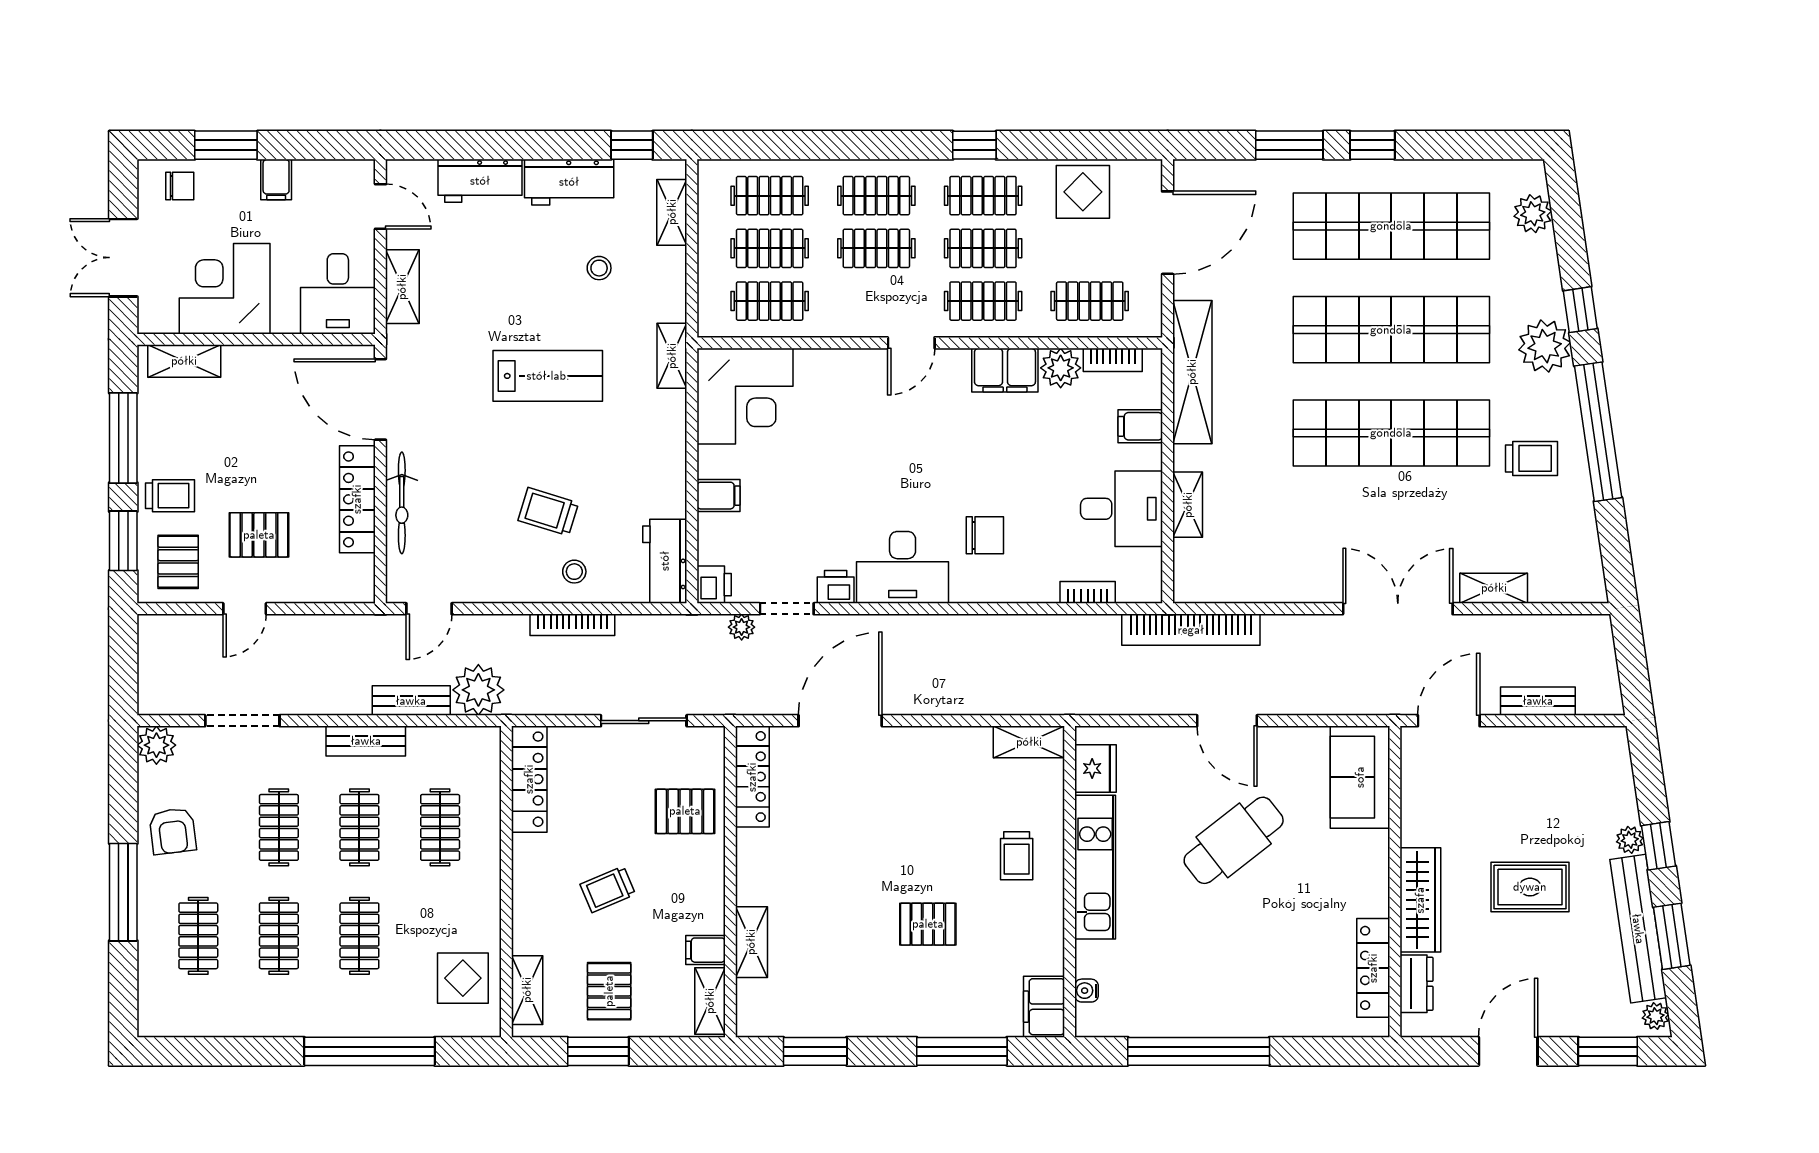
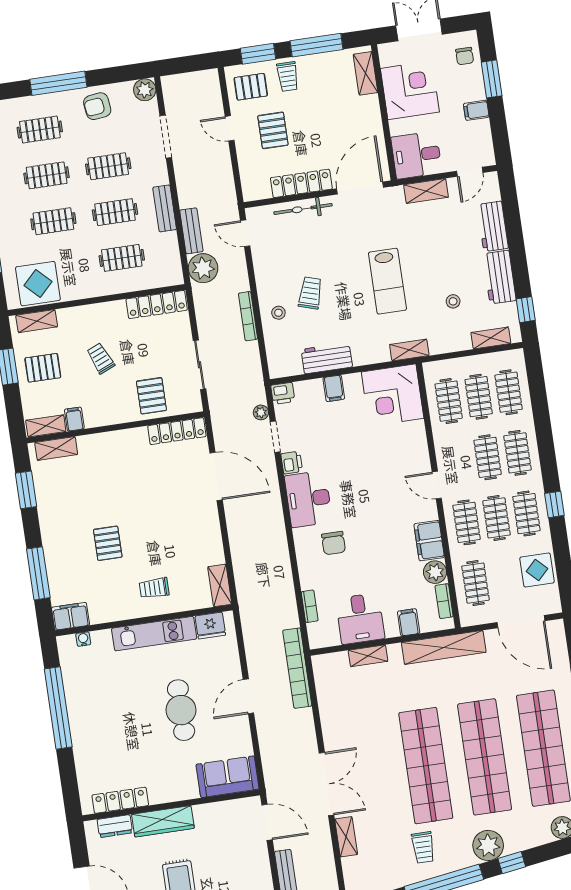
workbench: (665, 561) -> (327, 358), moved
cafe table: (1234, 840) -> (181, 710), turned 38
shelving: (751, 942) -> (56, 448), moved
display table: (463, 978) -> (38, 284), width x1.36, depth x1.36

